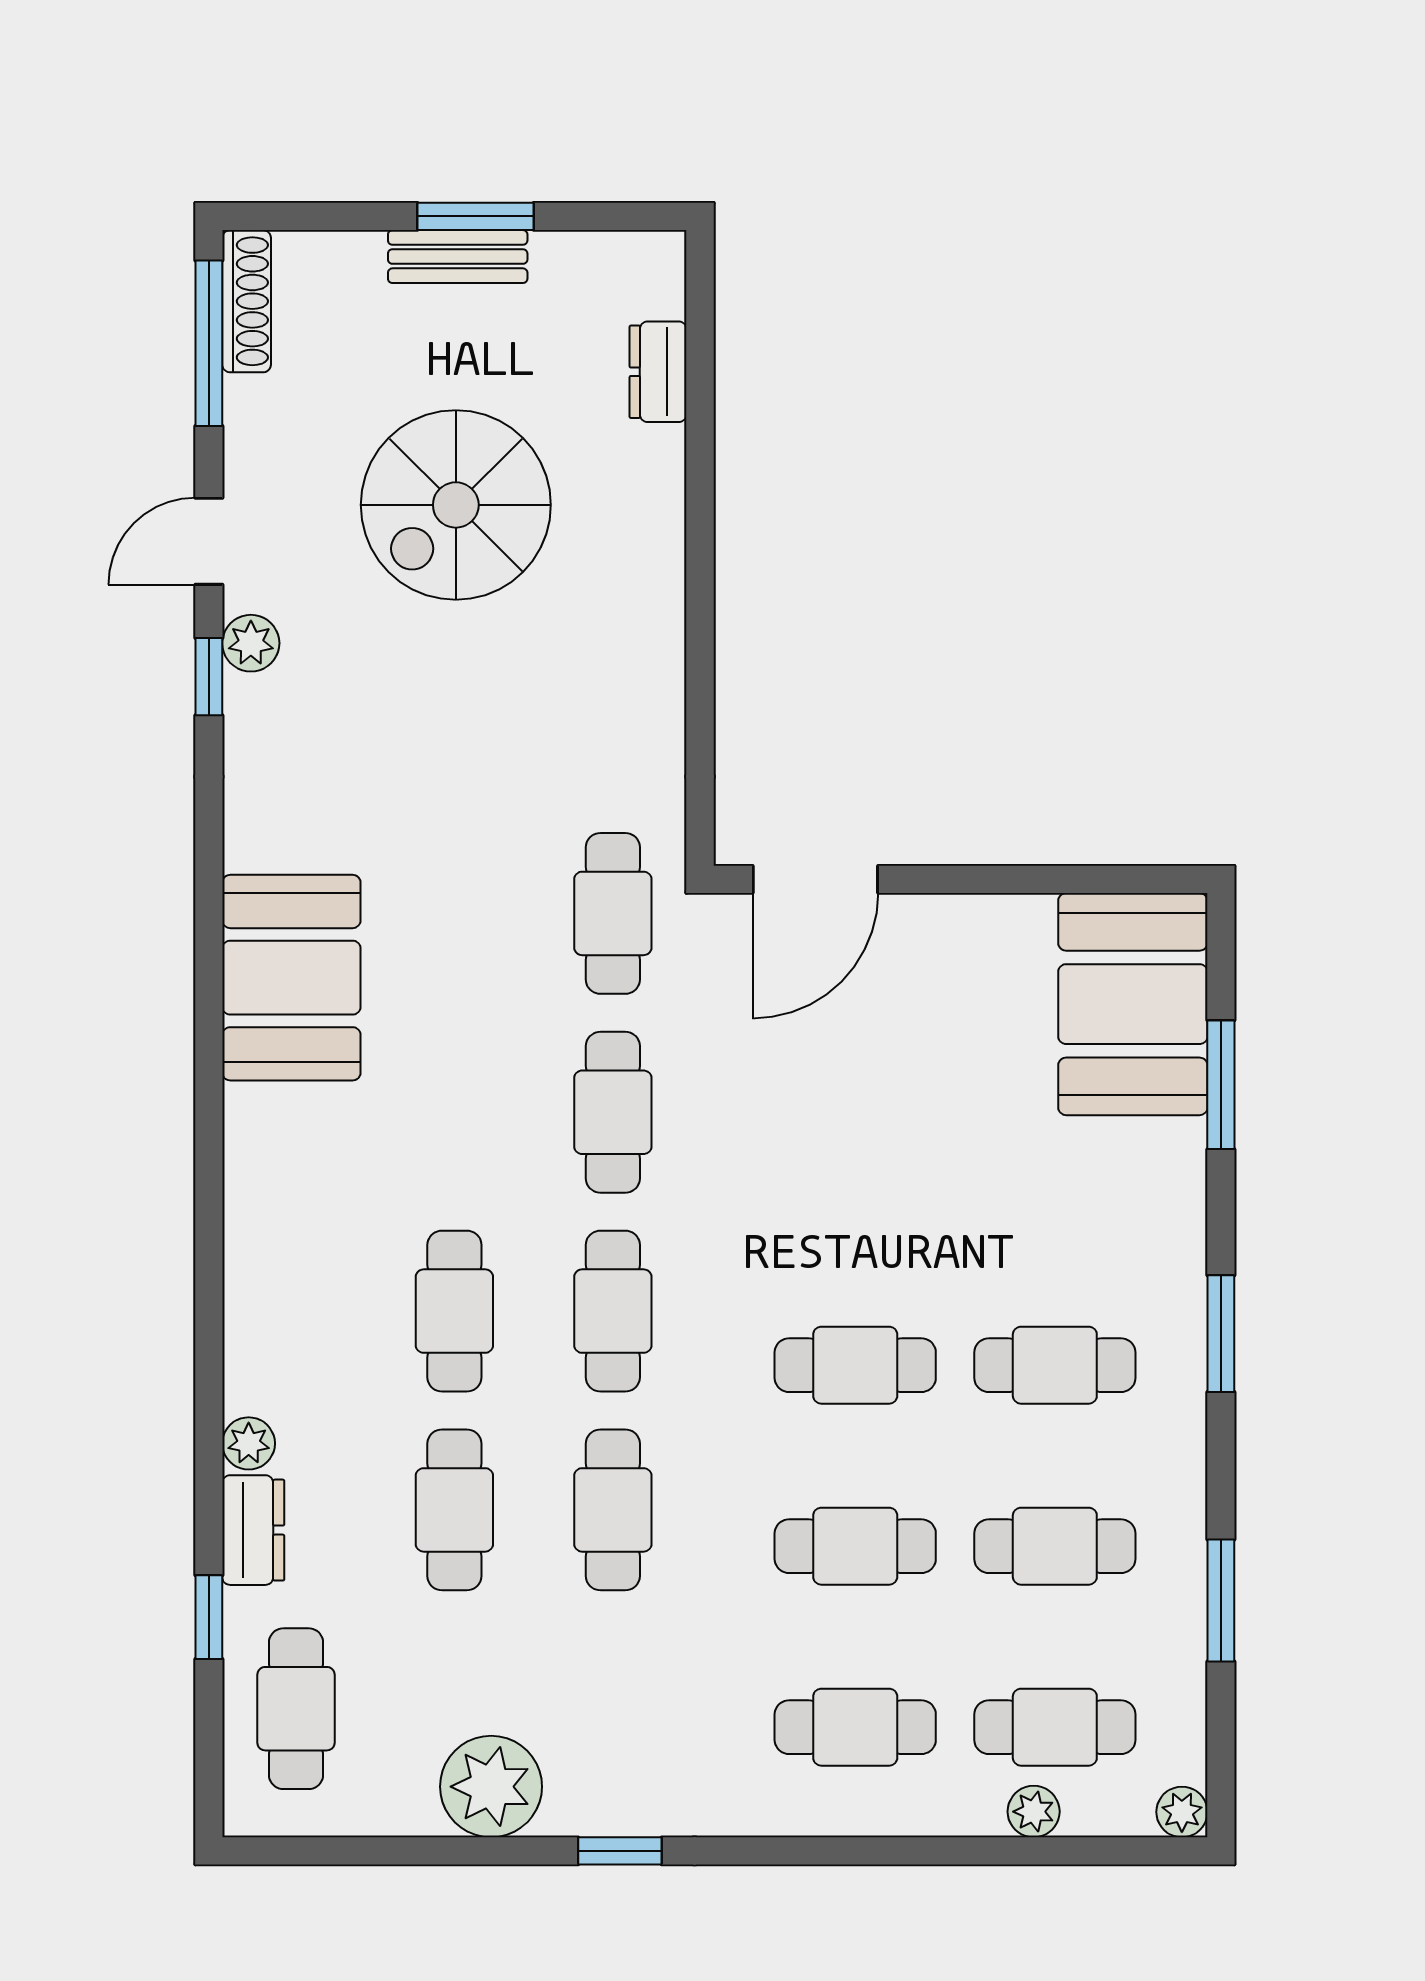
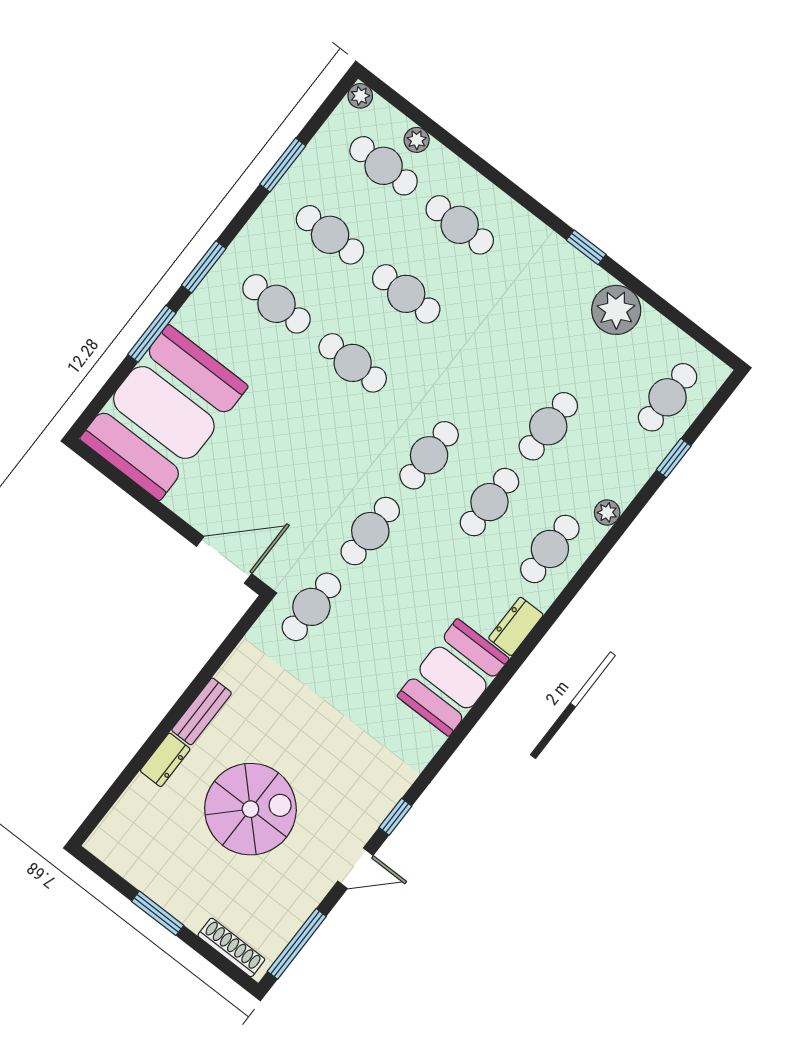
bench: (458, 257) -> (202, 711), moved, turned 90
shoe rack: (247, 301) -> (231, 947), moved, turned 90
dresser: (658, 372) -> (165, 760), moved
plant: (251, 643) -> (370, 817), removed
booth: (1133, 1004) -> (164, 412), width x1.36, depth x1.42
window: (1221, 1085) -> (152, 334), moved
cafe table: (613, 1510) -> (550, 549), moved
dresser: (253, 1530) -> (516, 626), moved

